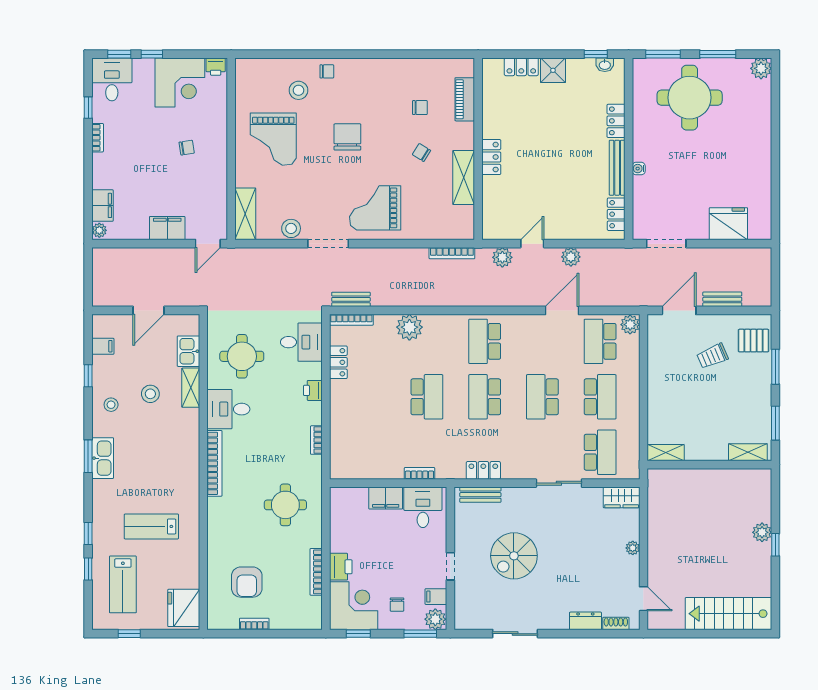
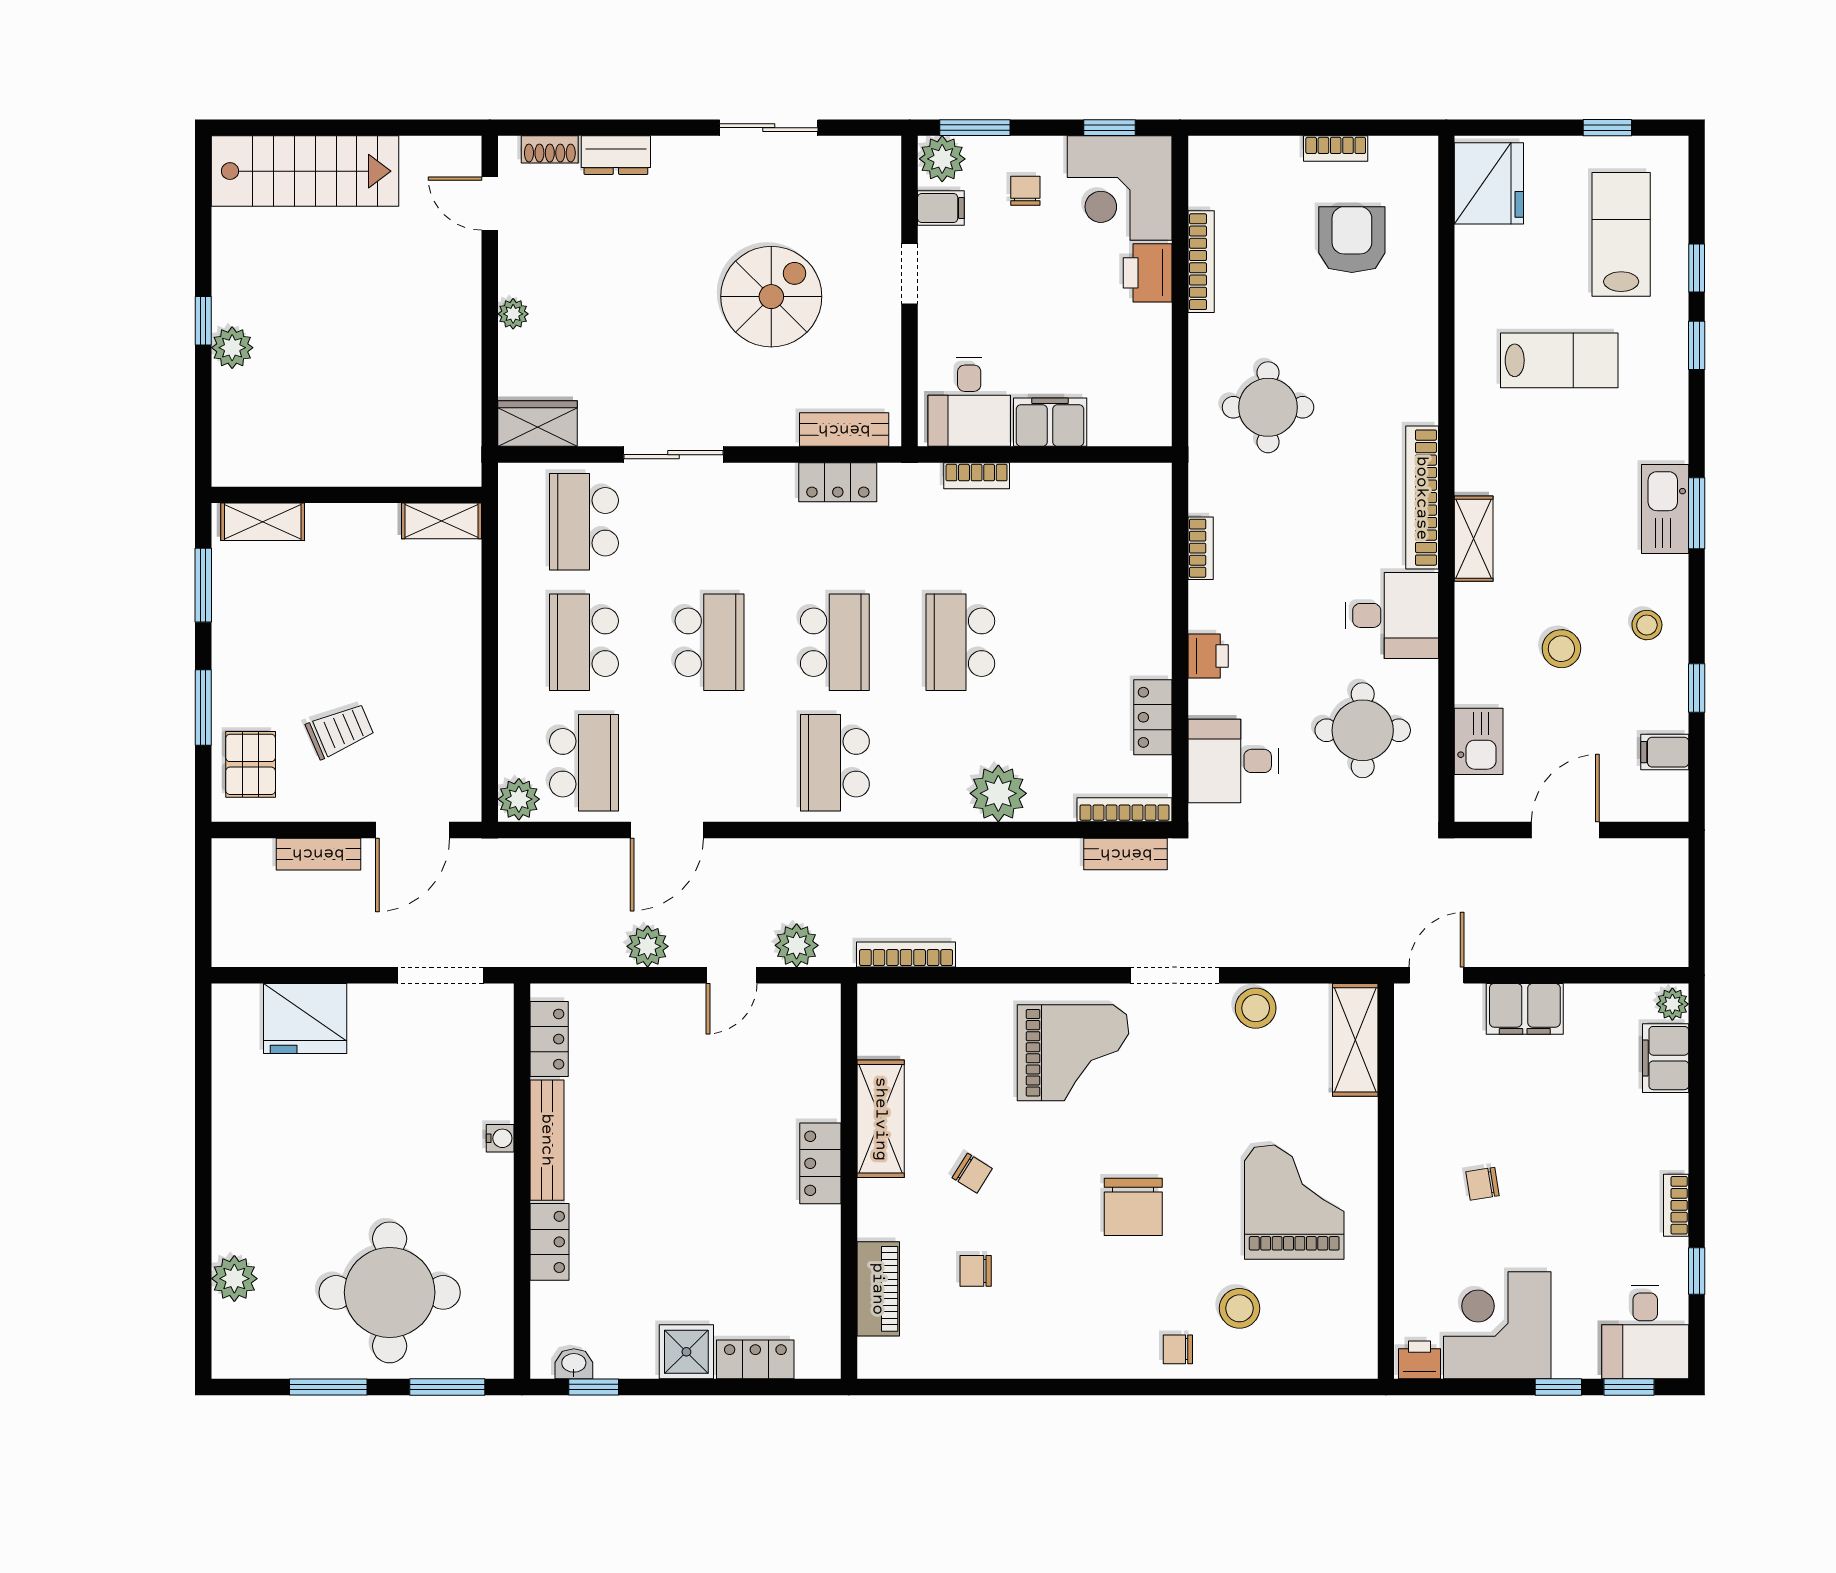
plant: (761, 68) -> (234, 1279), moved
school desk: (485, 341) -> (835, 763), turned 180
pallet: (754, 341) -> (251, 764), turned 90
shelving: (191, 388) -> (1474, 539), moved

